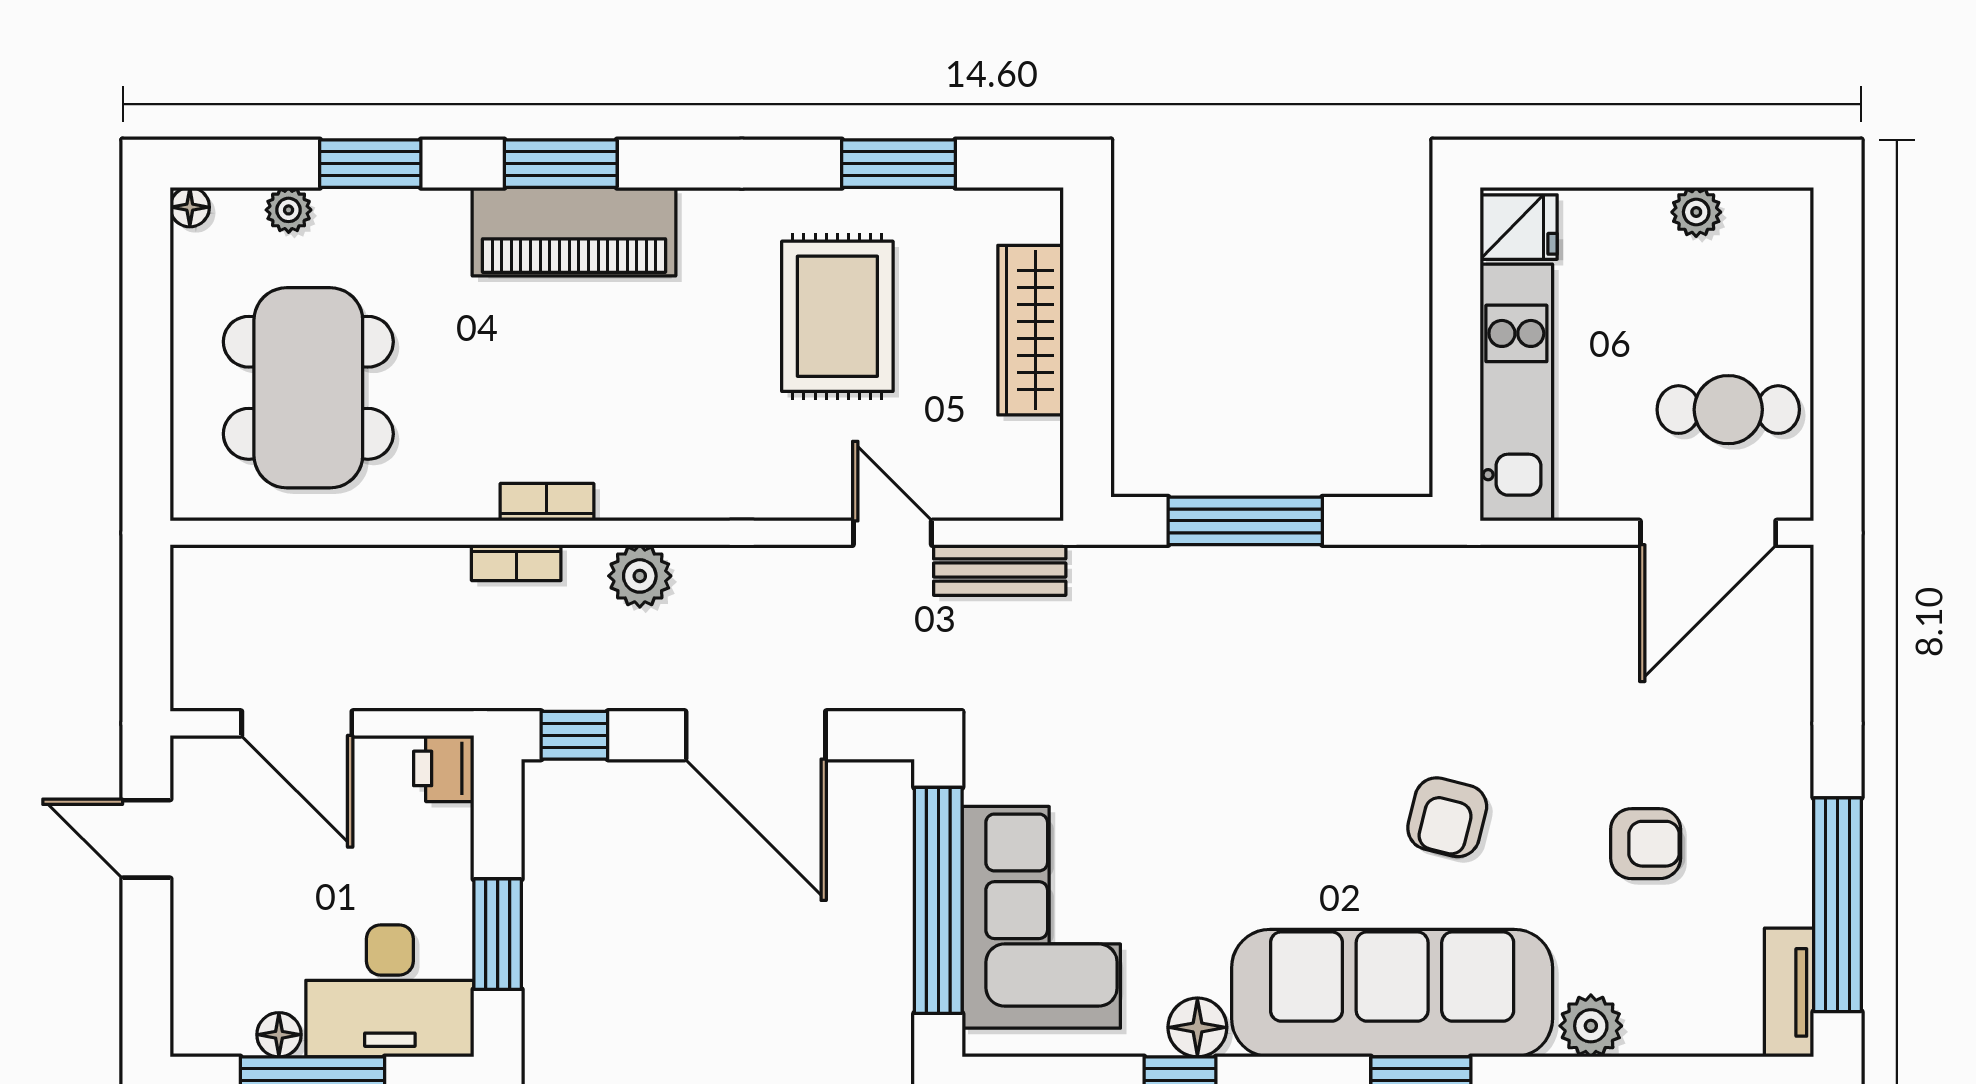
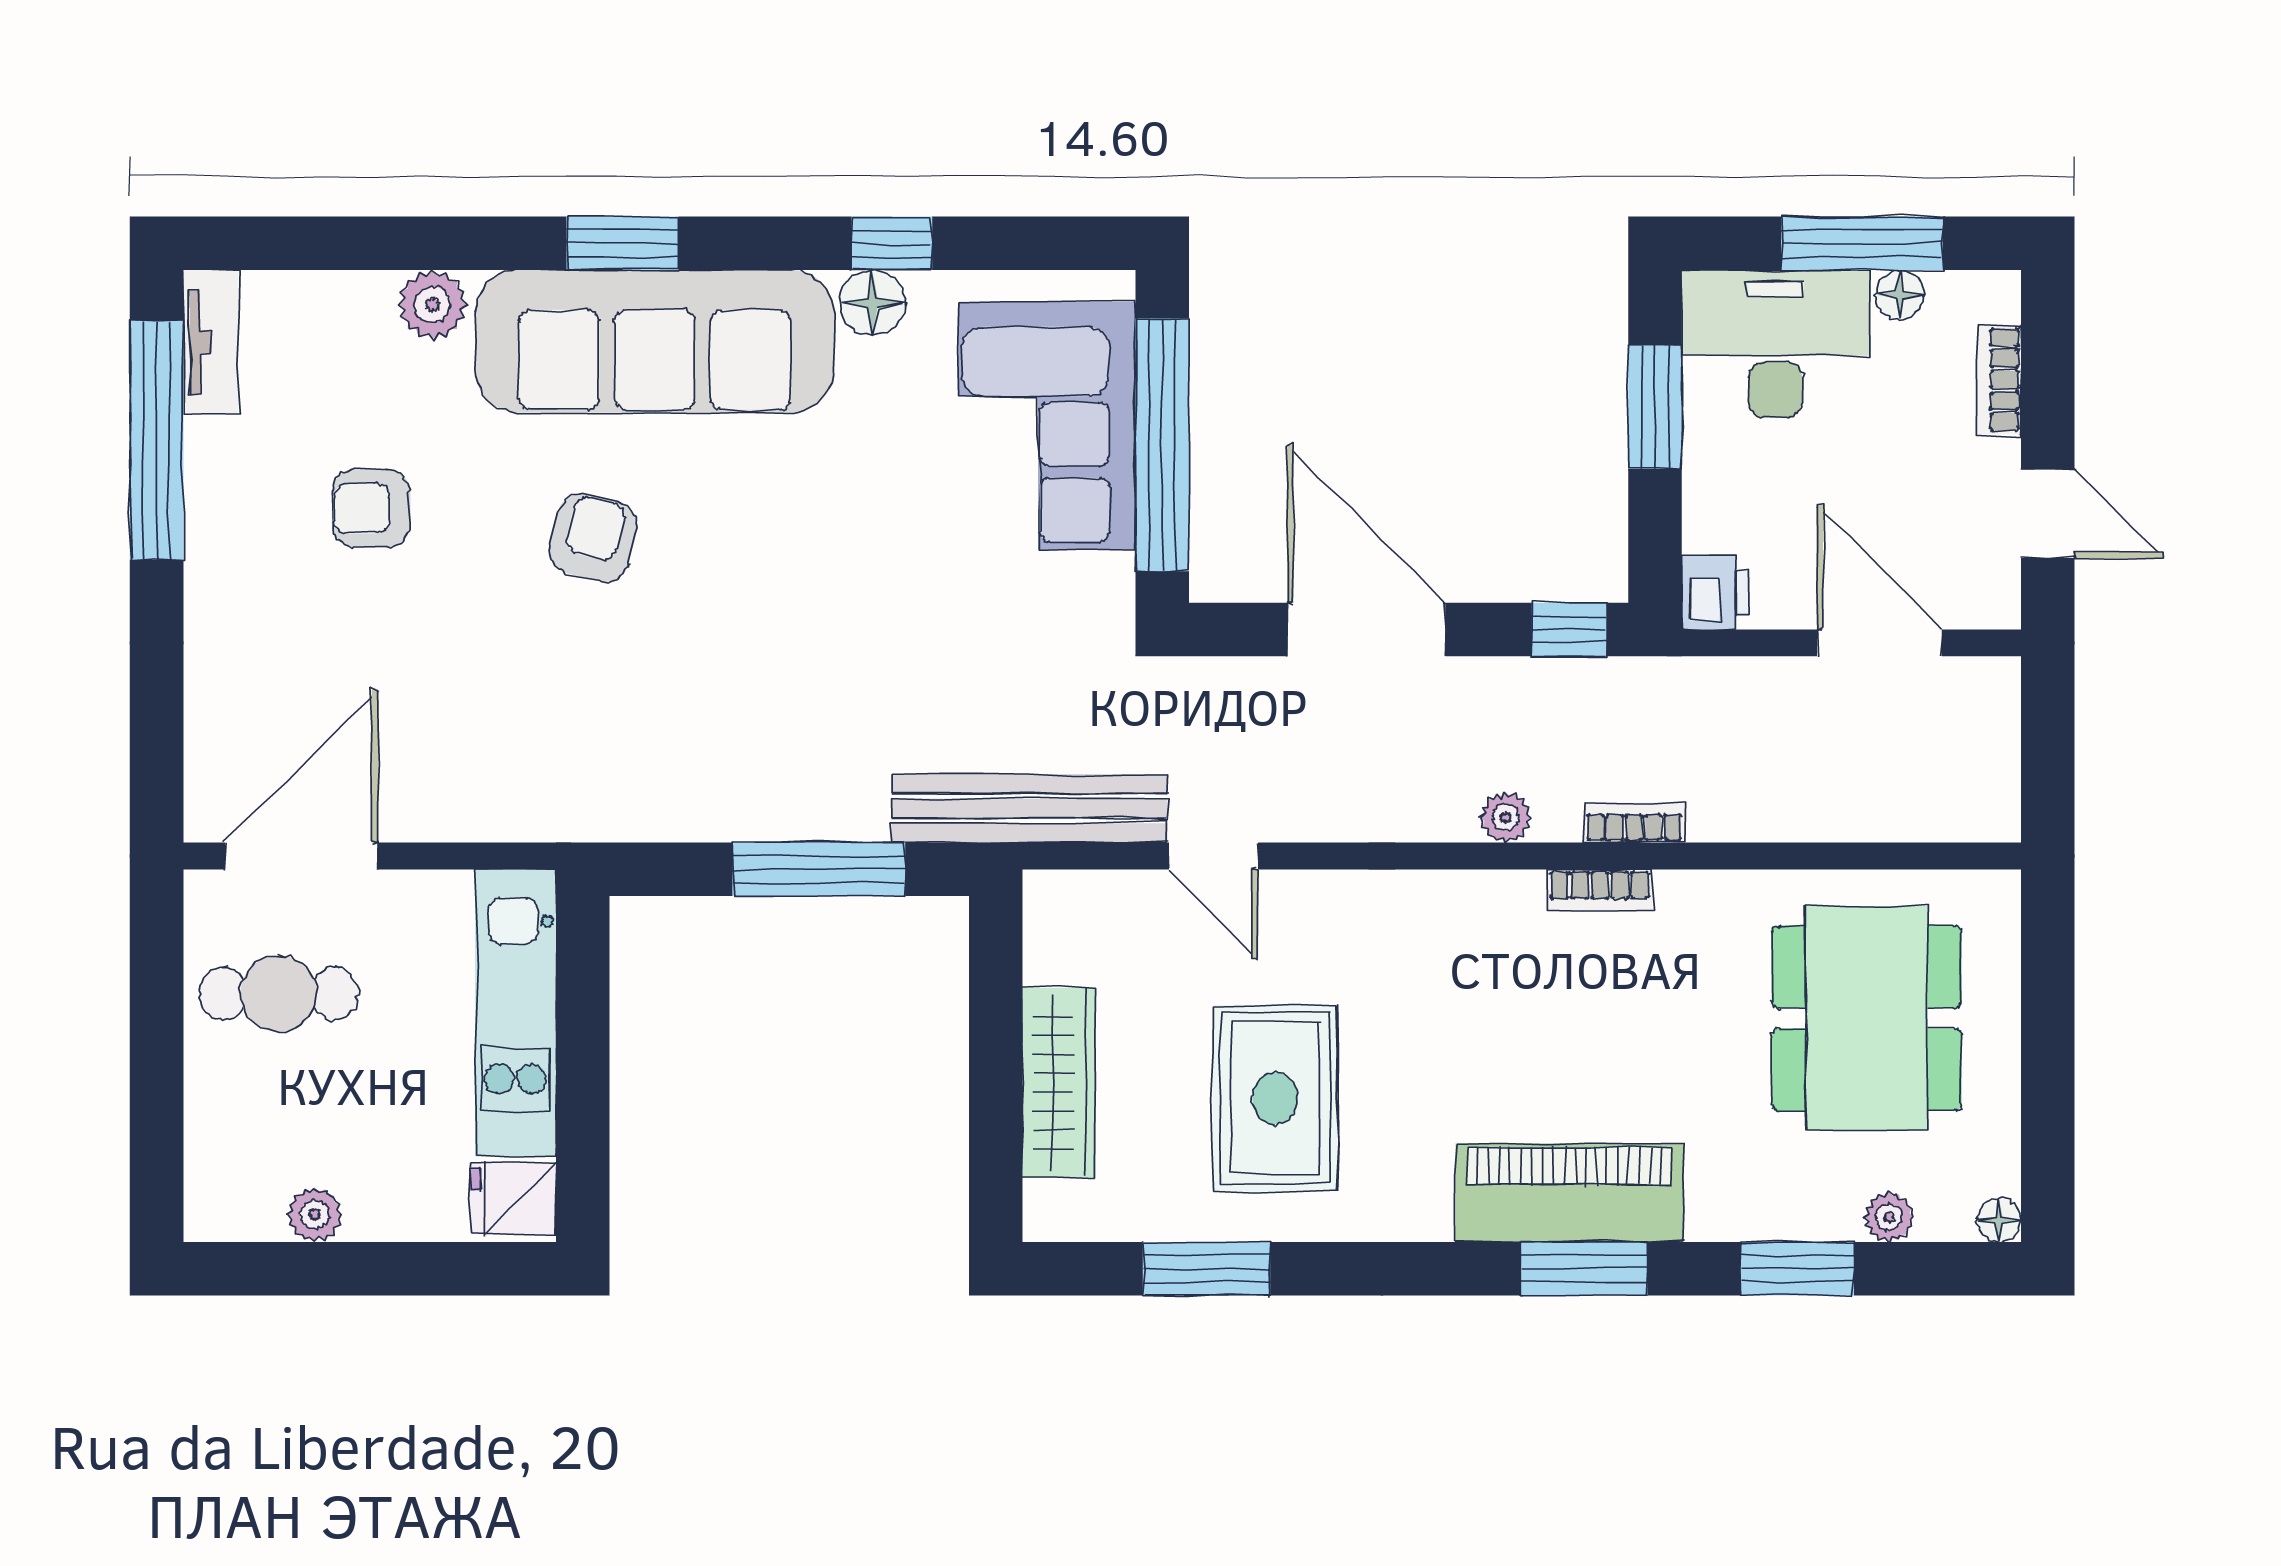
bench: (1000, 570) -> (1030, 808), width x1.86, depth x1.21
plant: (640, 576) -> (1506, 817), width x0.73, depth x0.73
bookcase: (190, 959) -> (1999, 380), added

